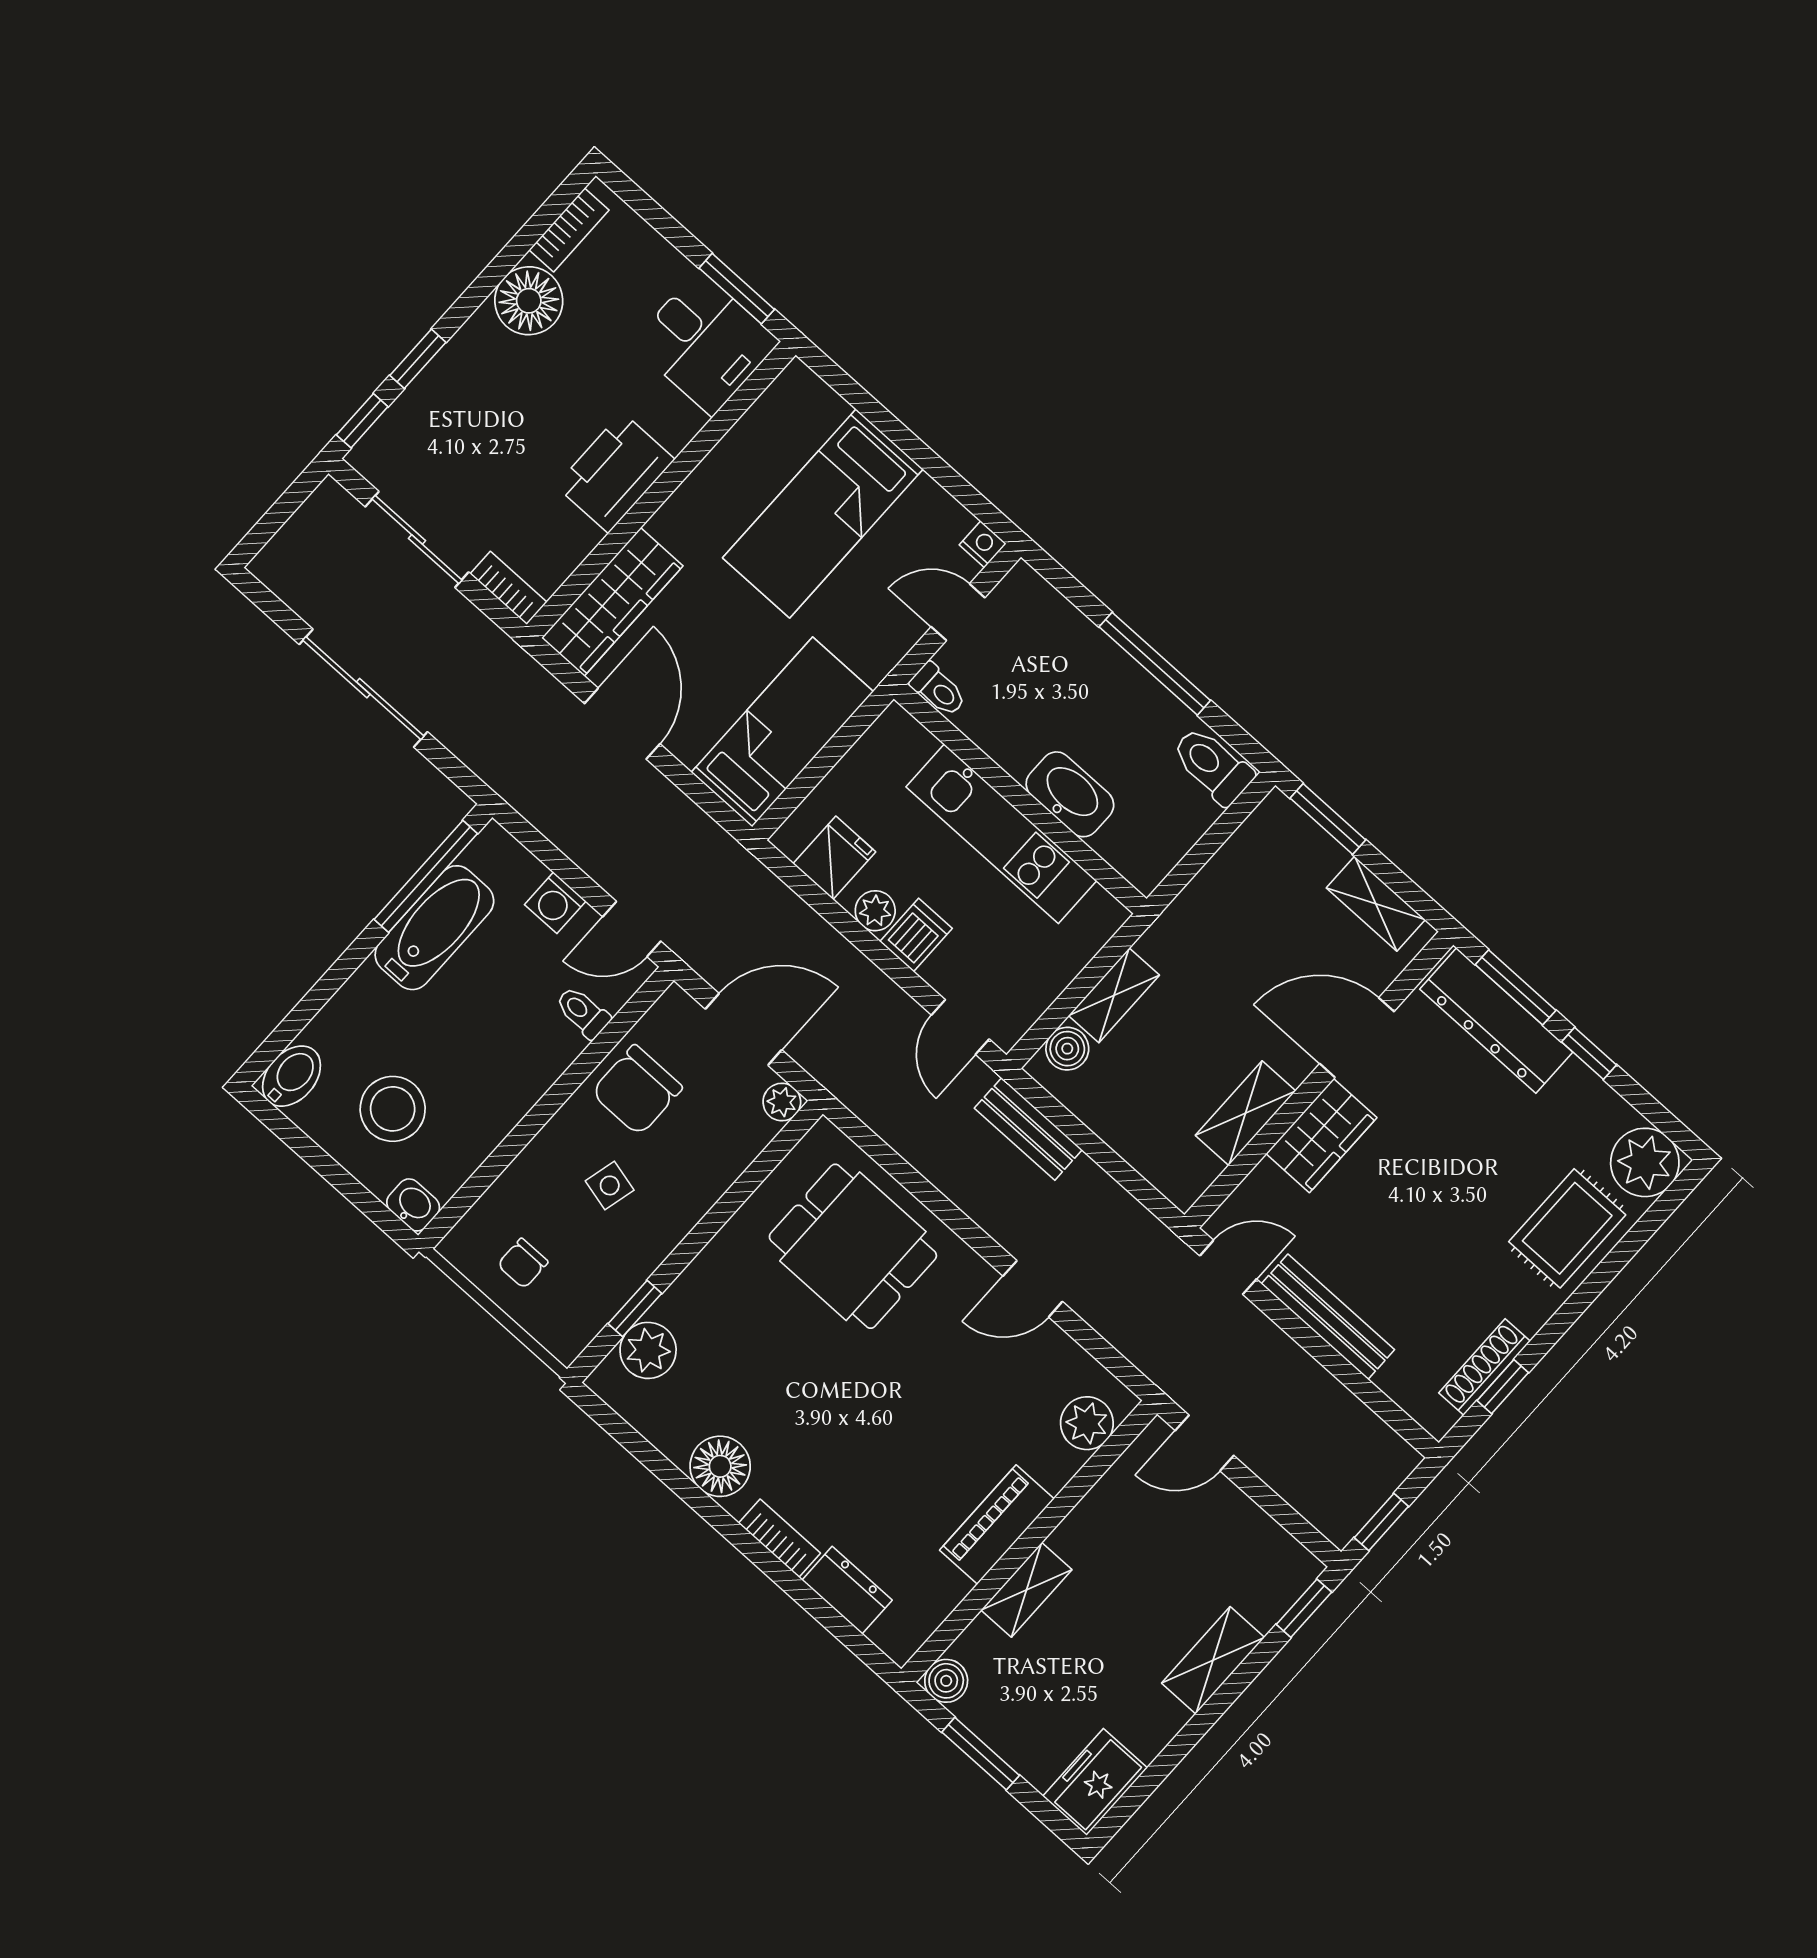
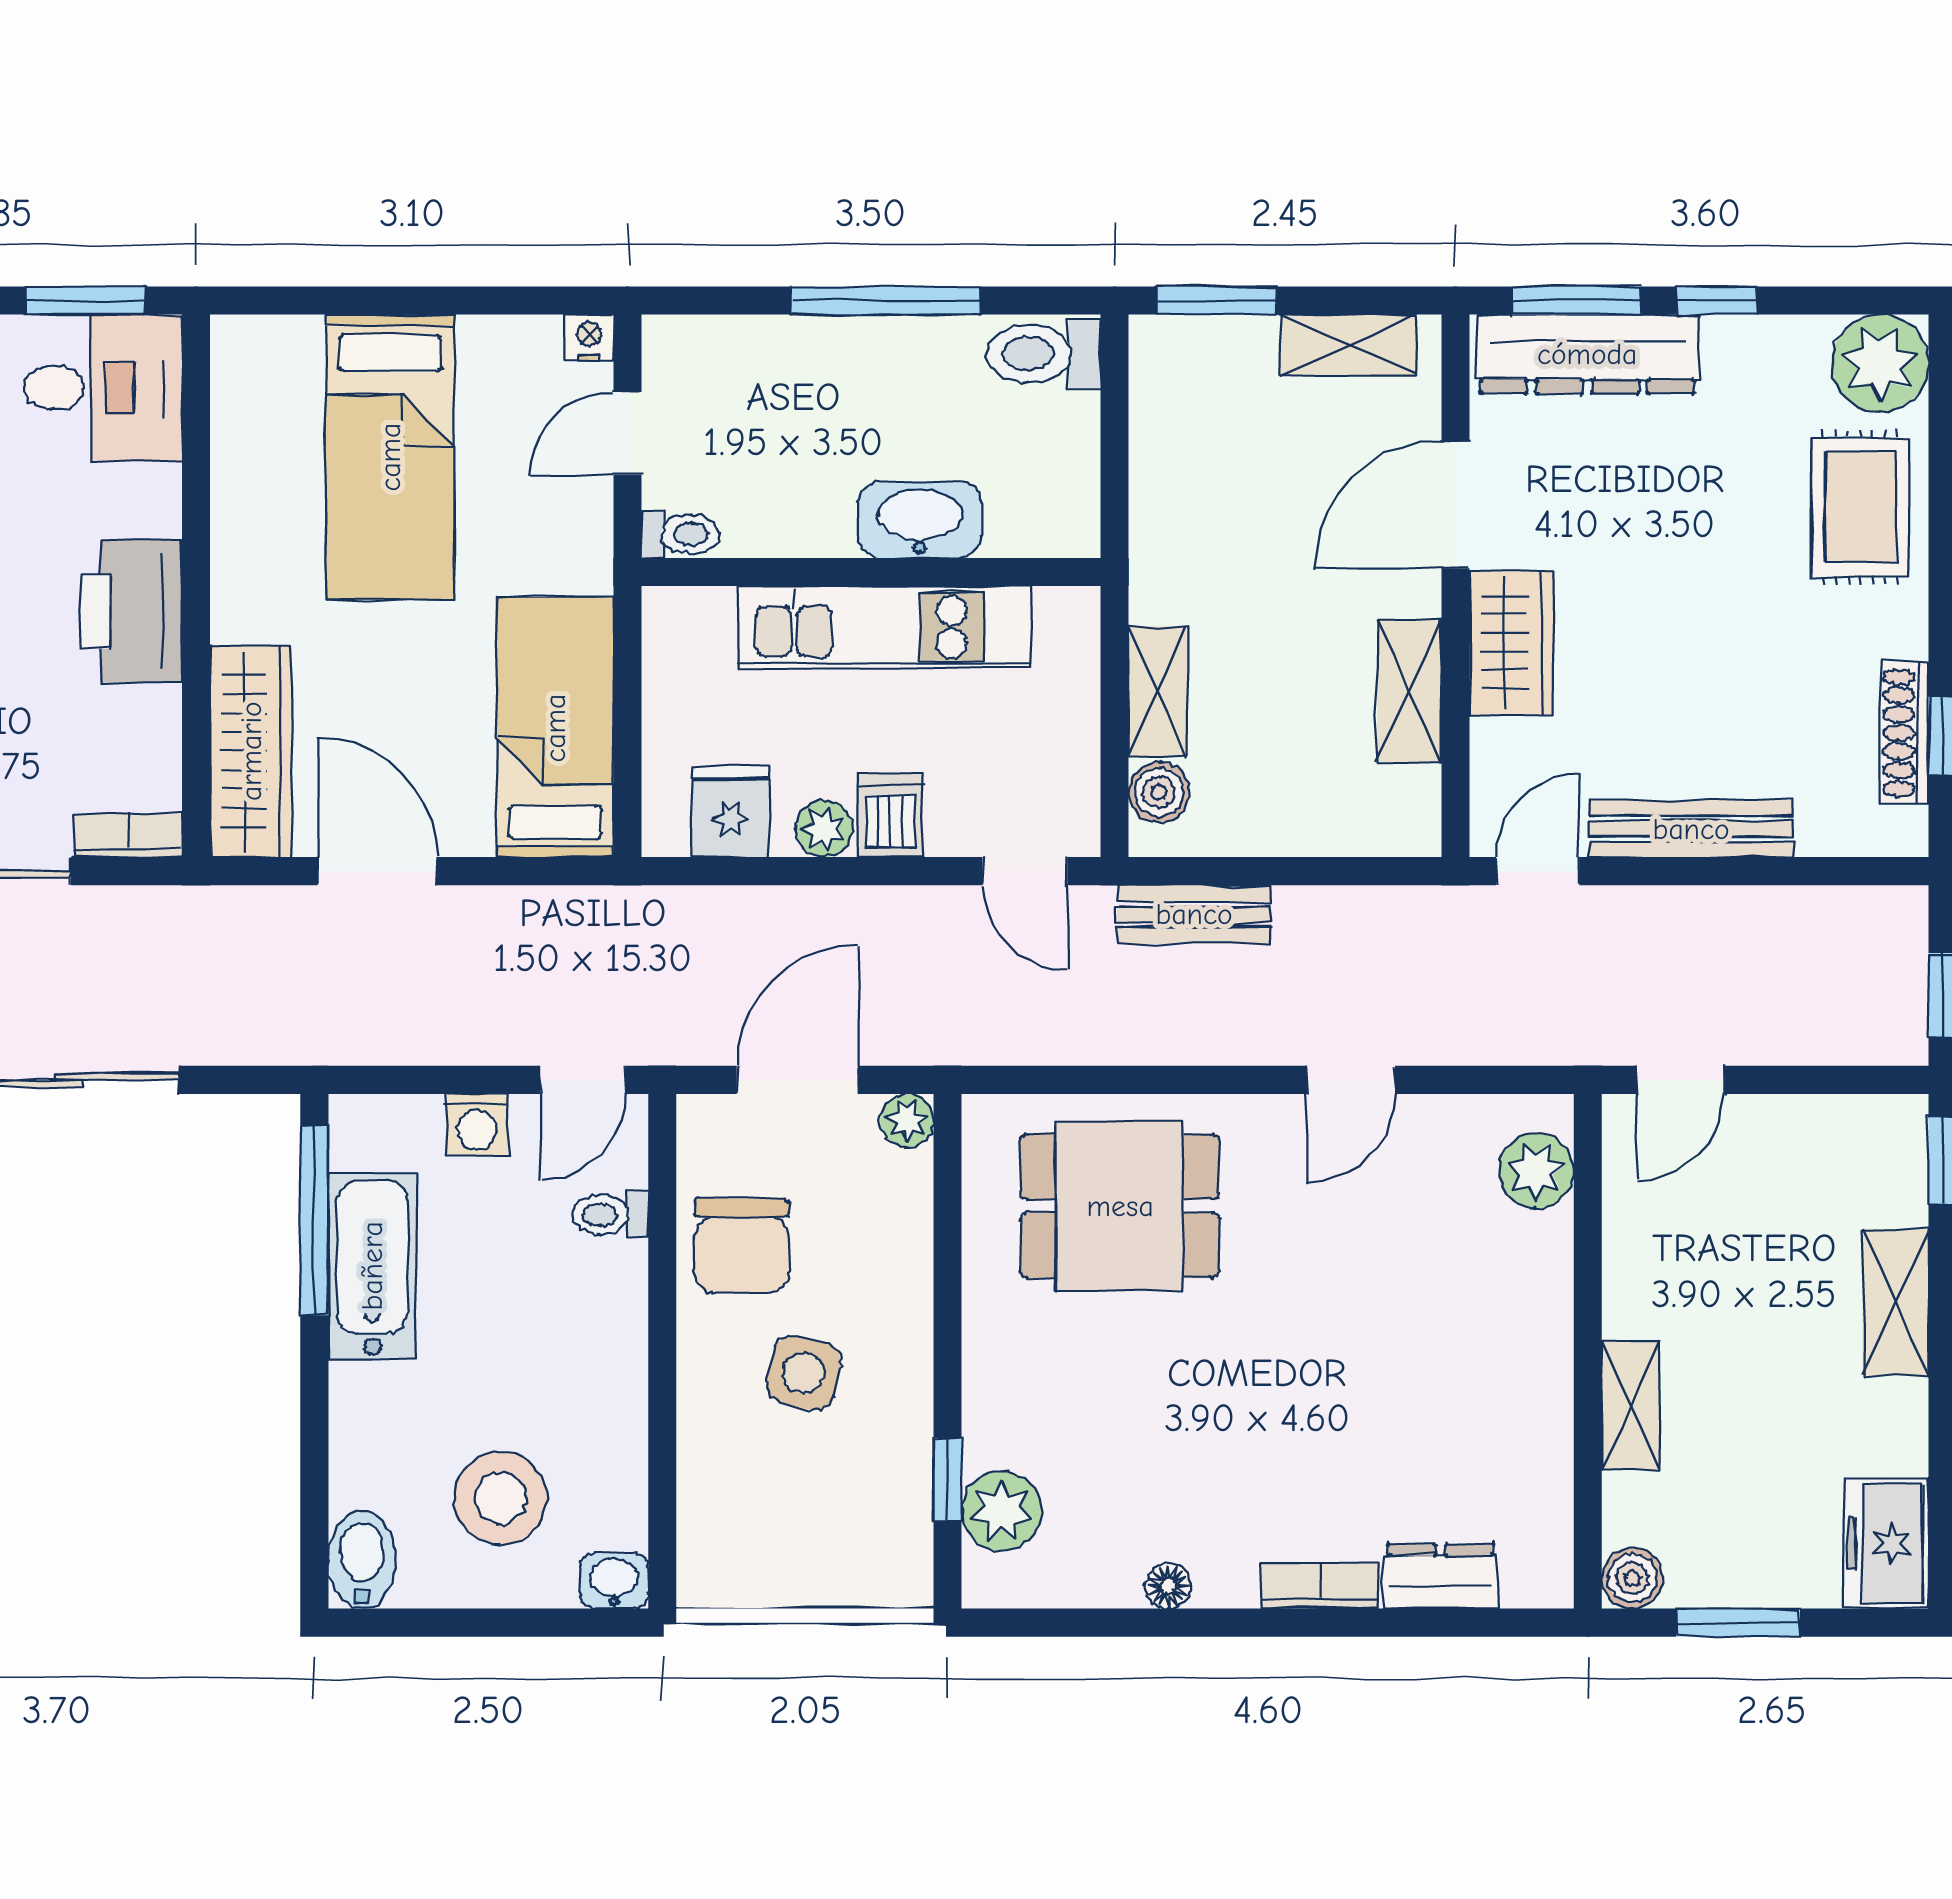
side table: (610, 1185) -> (804, 1373), width x1.37, depth x1.37
chair: (523, 1263) -> (786, 1538), removed
floor lamp: (720, 1466) -> (1168, 1586), width x0.53, depth x0.53
piano: (997, 1525) -> (1537, 1364), removed

